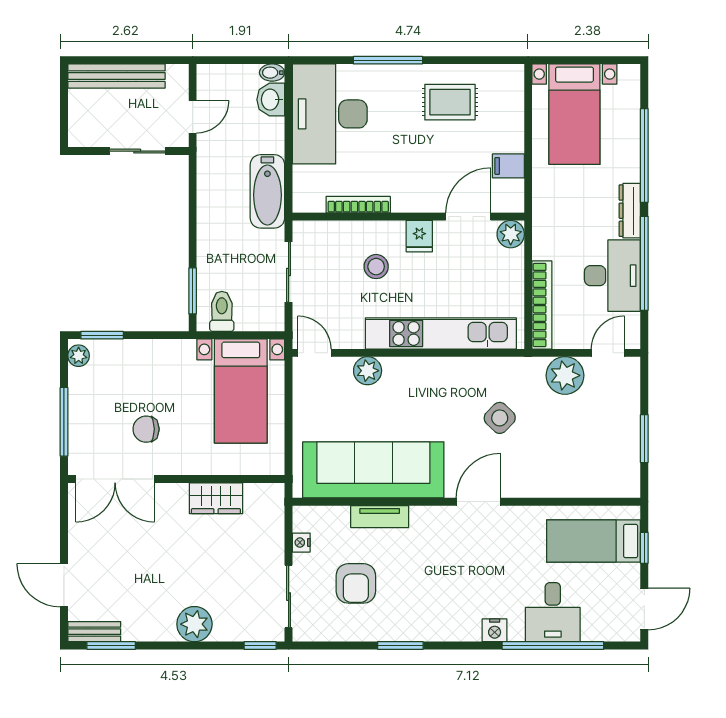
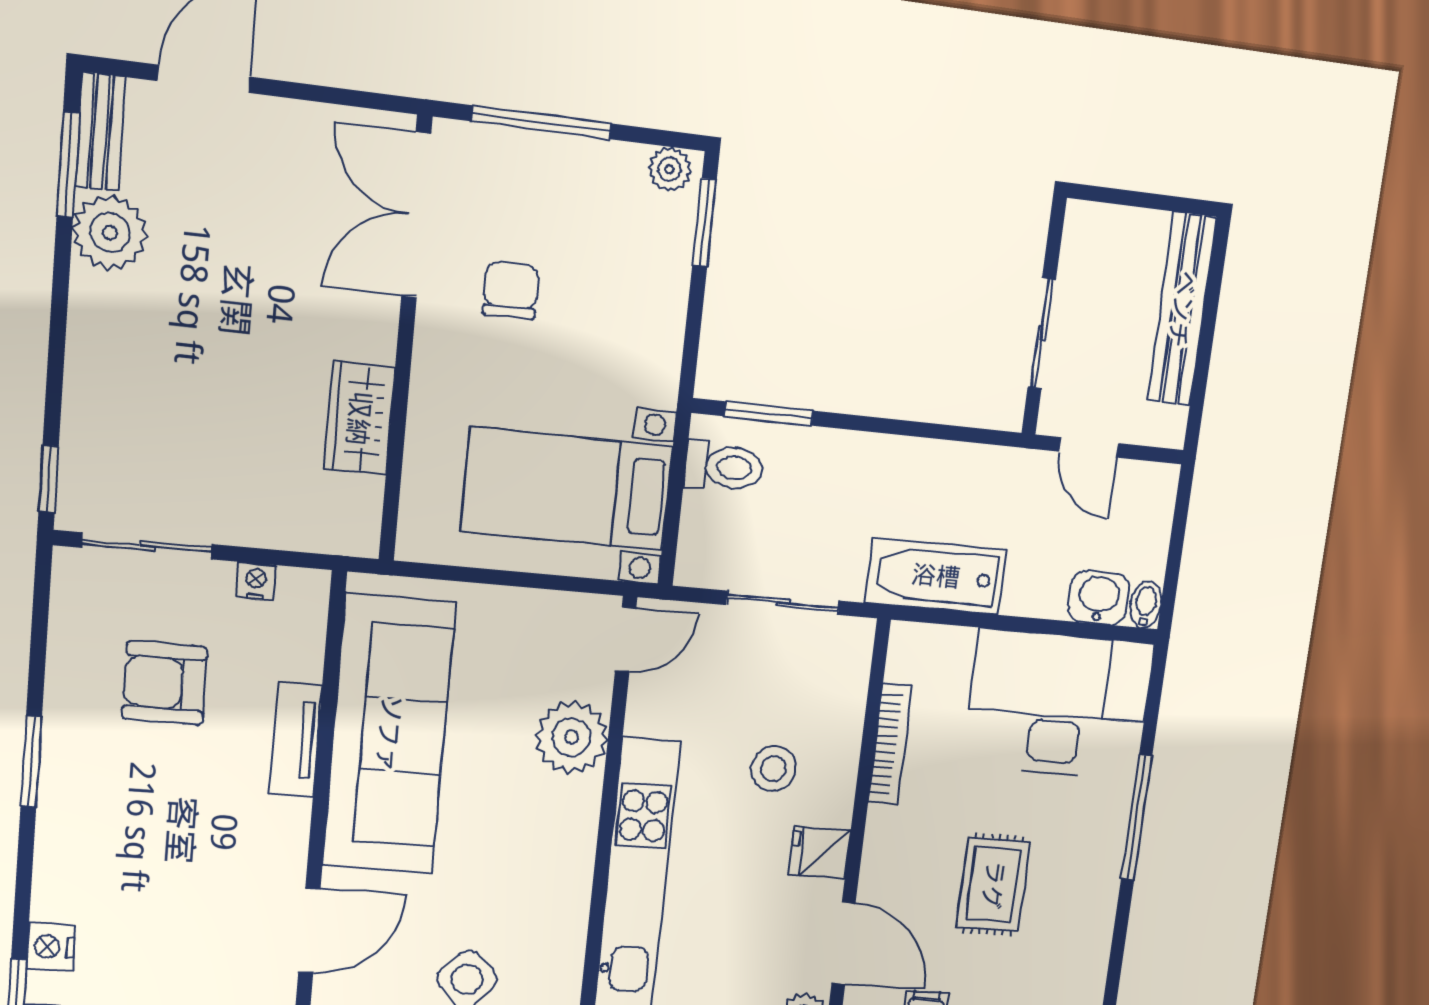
rug: (450, 102) -> (993, 885), moved
plant: (368, 371) -> (572, 737), width x1.36, depth x1.36
door: (478, 502) -> (309, 931), hinge flipped
plant: (194, 624) -> (110, 232), moved

